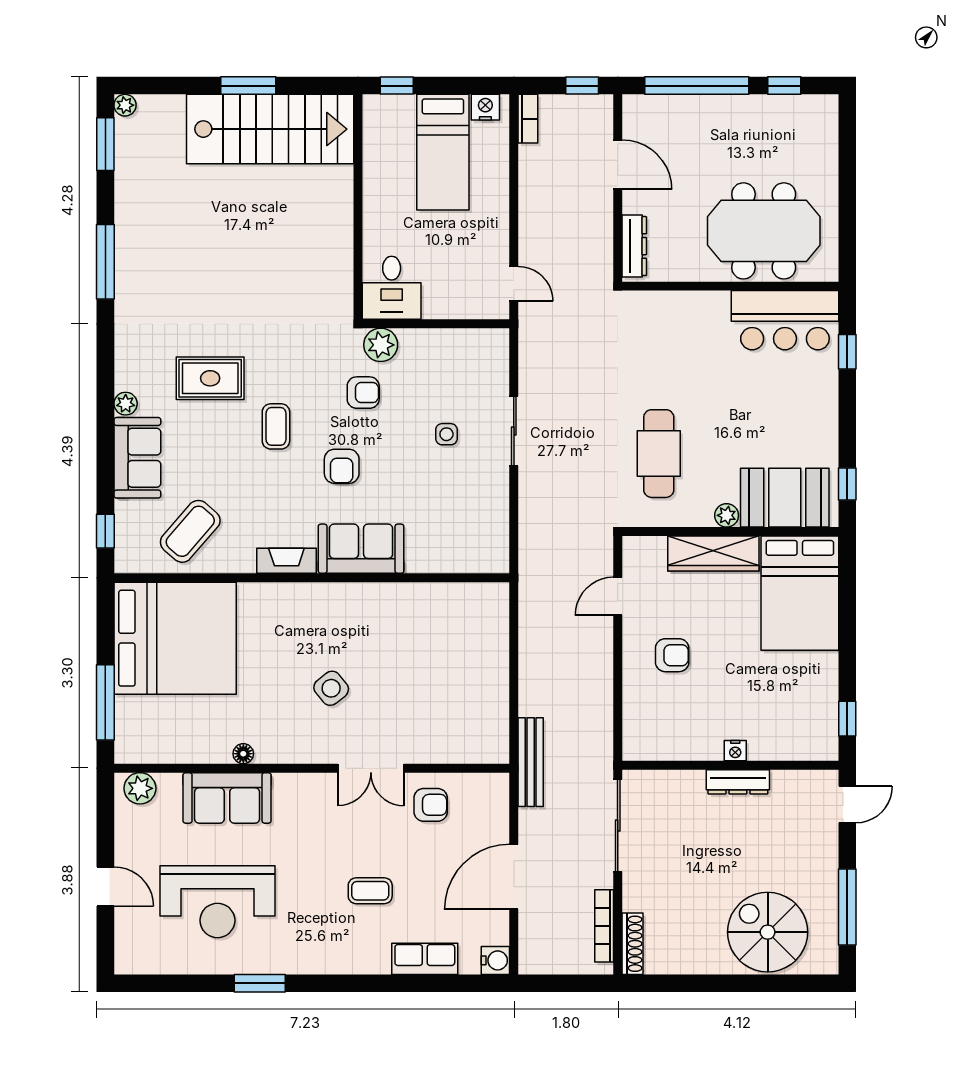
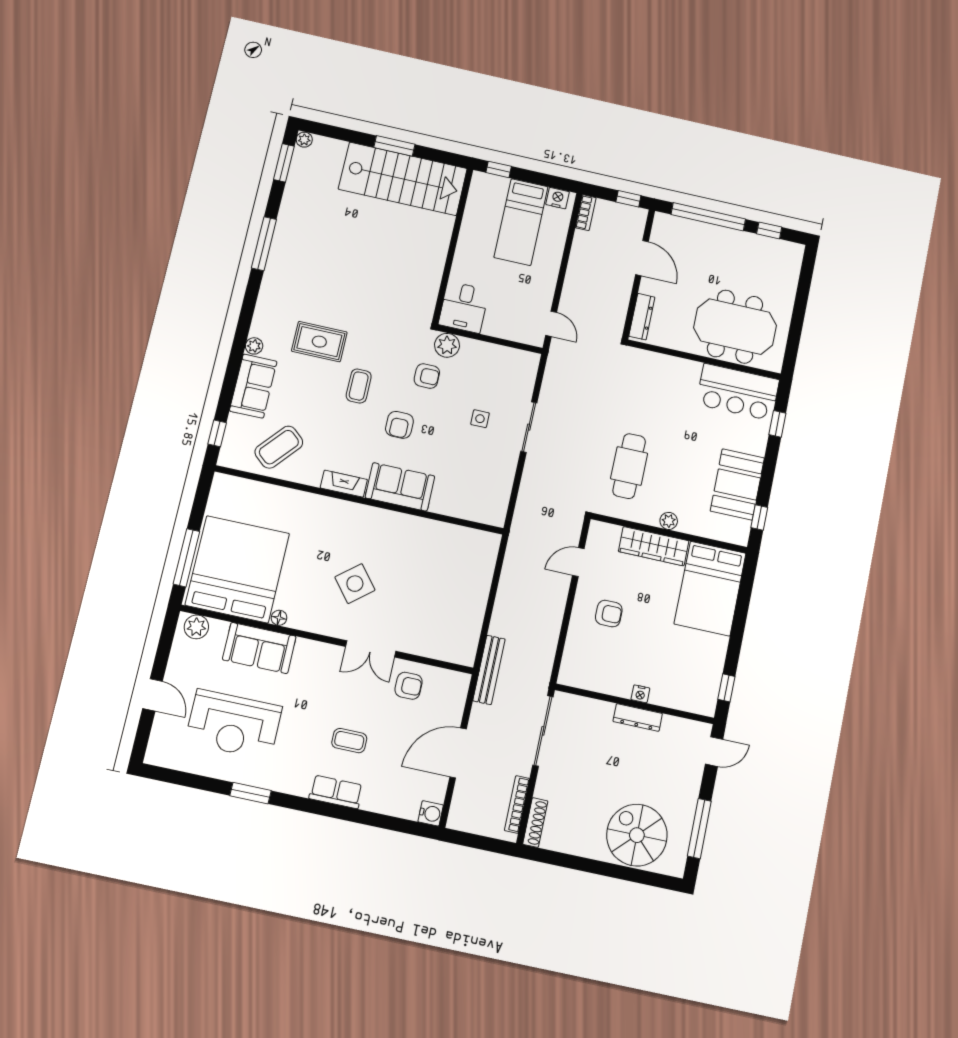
booth: (785, 498) -> (737, 484), moved, turned 90
bed: (175, 638) -> (237, 569), moved, turned -90
side table: (331, 688) -> (355, 584), width x1.37, depth x1.37
row of seats: (425, 959) -> (336, 792), moved

